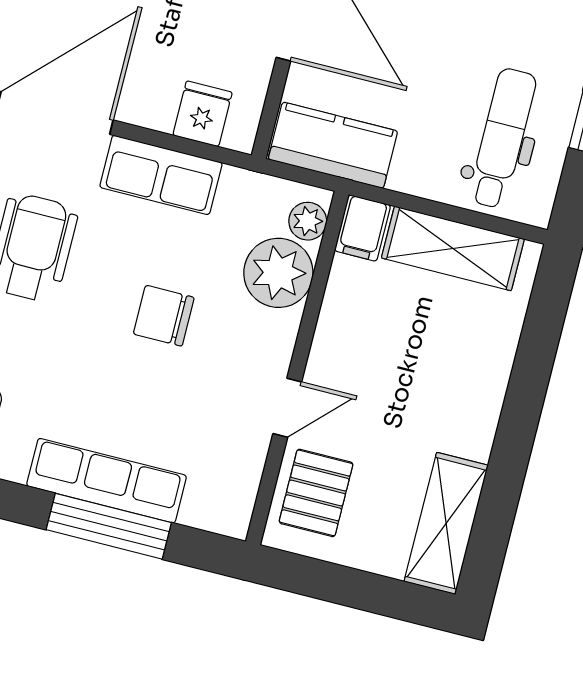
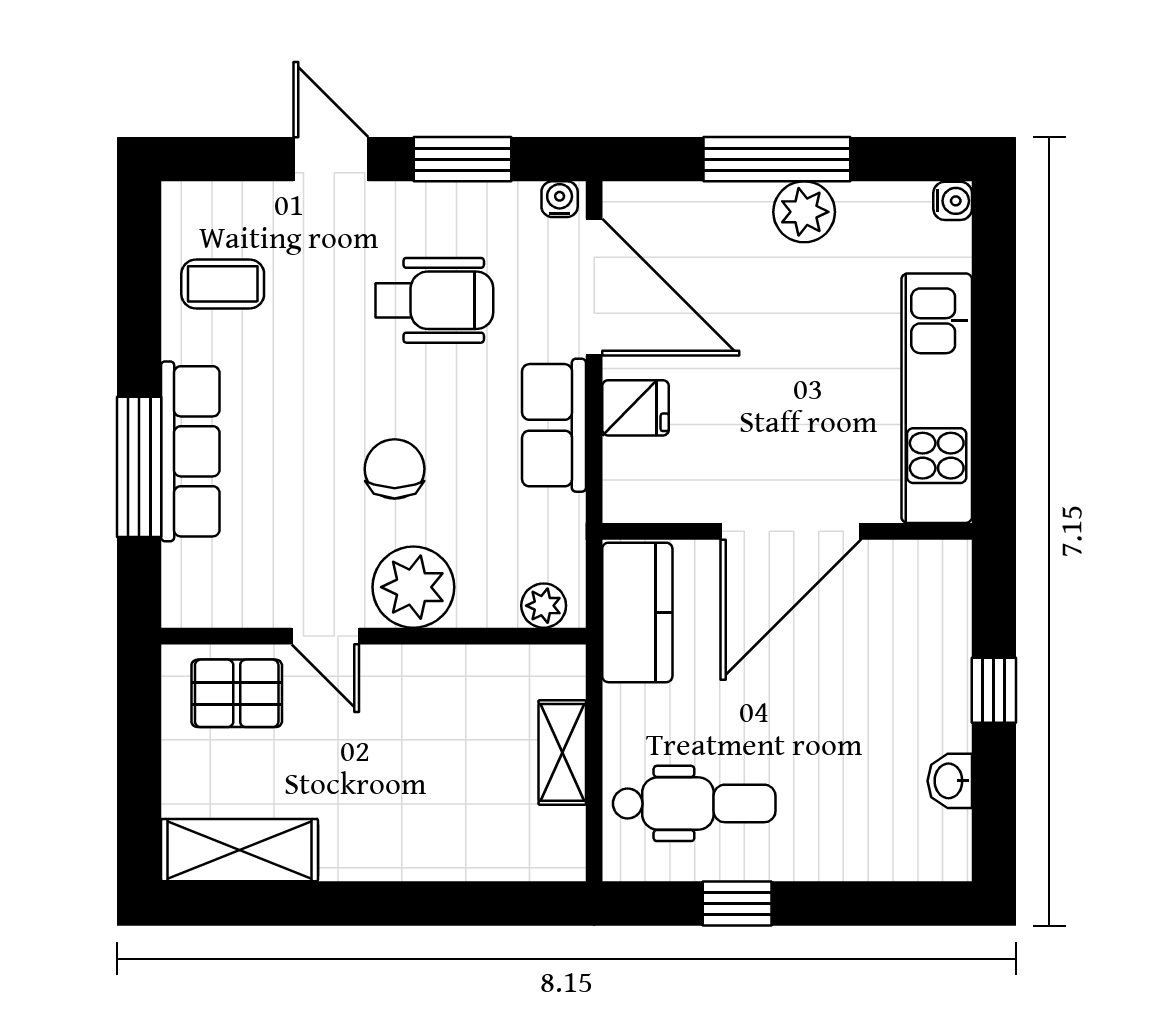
fridge: (202, 114) -> (636, 408), moved
filing cabinet: (363, 228) -> (552, 670), removed
shelving: (453, 248) -> (562, 752), width x0.67, depth x0.75
plant: (278, 273) -> (413, 587), moved

